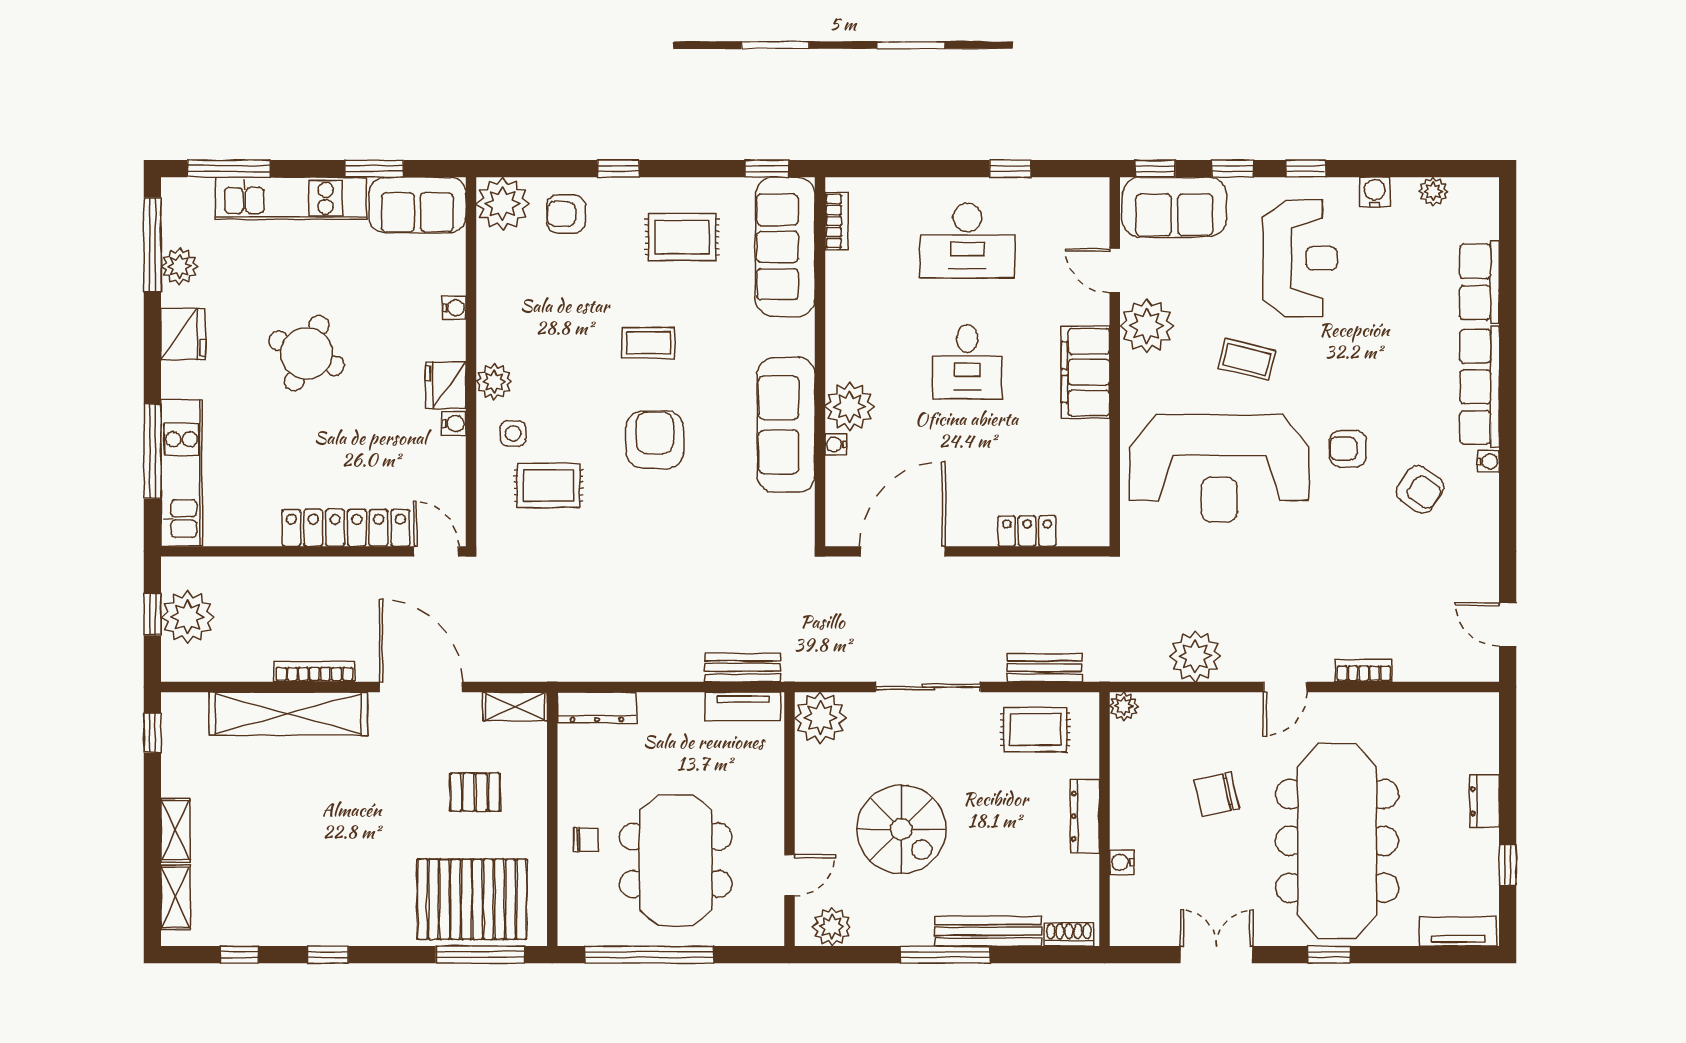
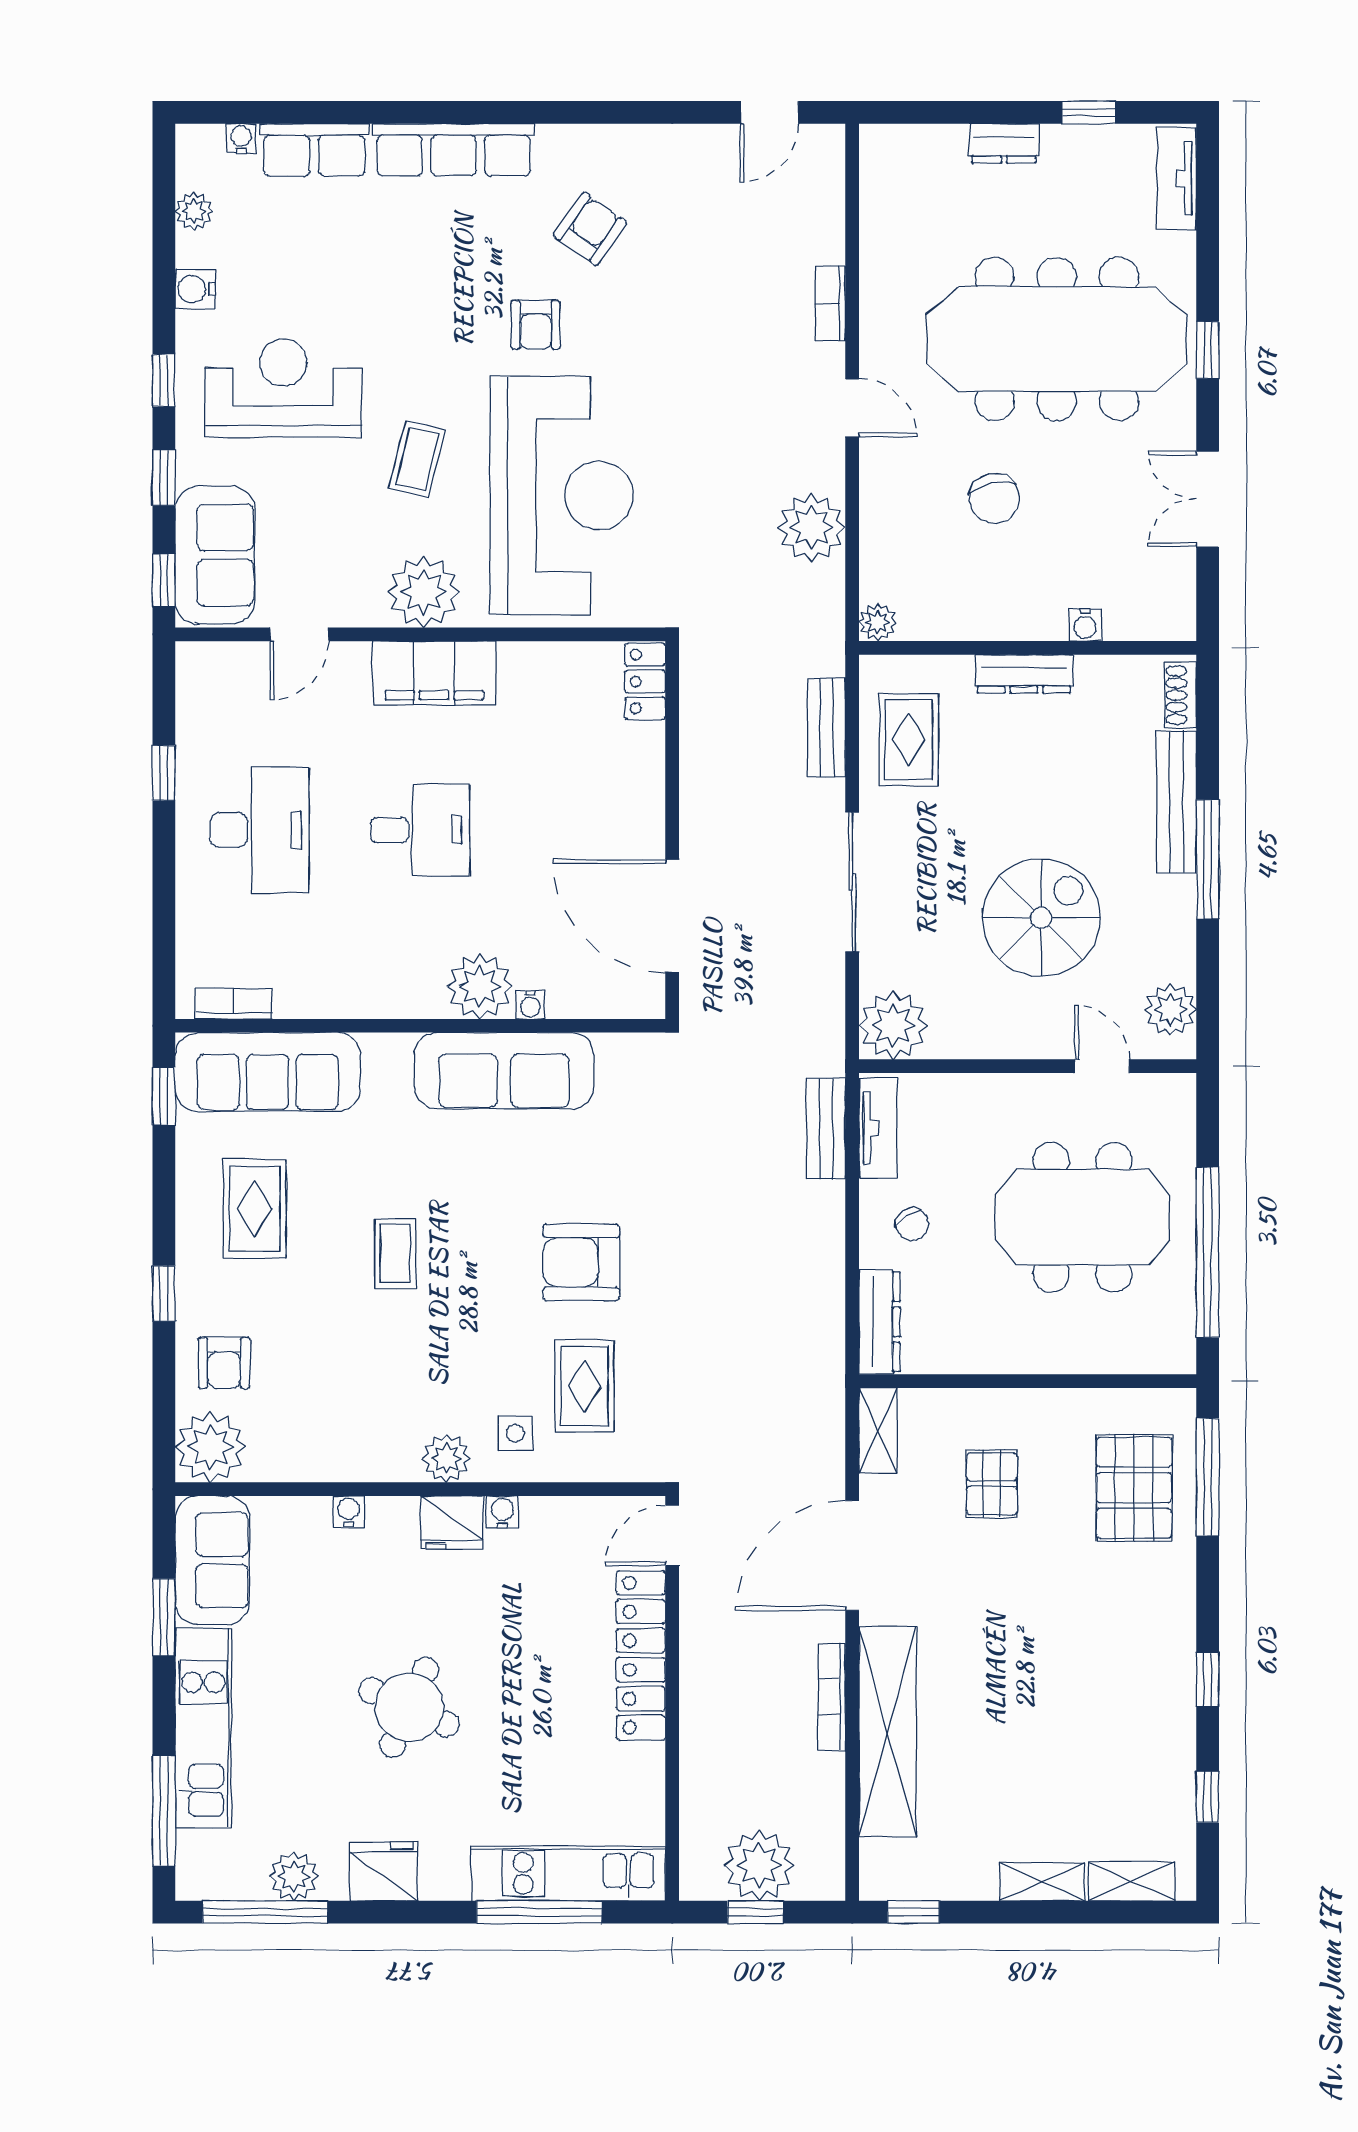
plant: (1147, 326) -> (424, 592), moved
armchair: (655, 440) -> (581, 1262), moved
water cooler: (1488, 461) -> (241, 138), moved
locker: (1027, 531) -> (645, 681), moved
chair: (586, 840) -> (912, 1224), moved, turned 147
pallet: (472, 899) -> (1134, 1488), width x0.73, depth x0.71

